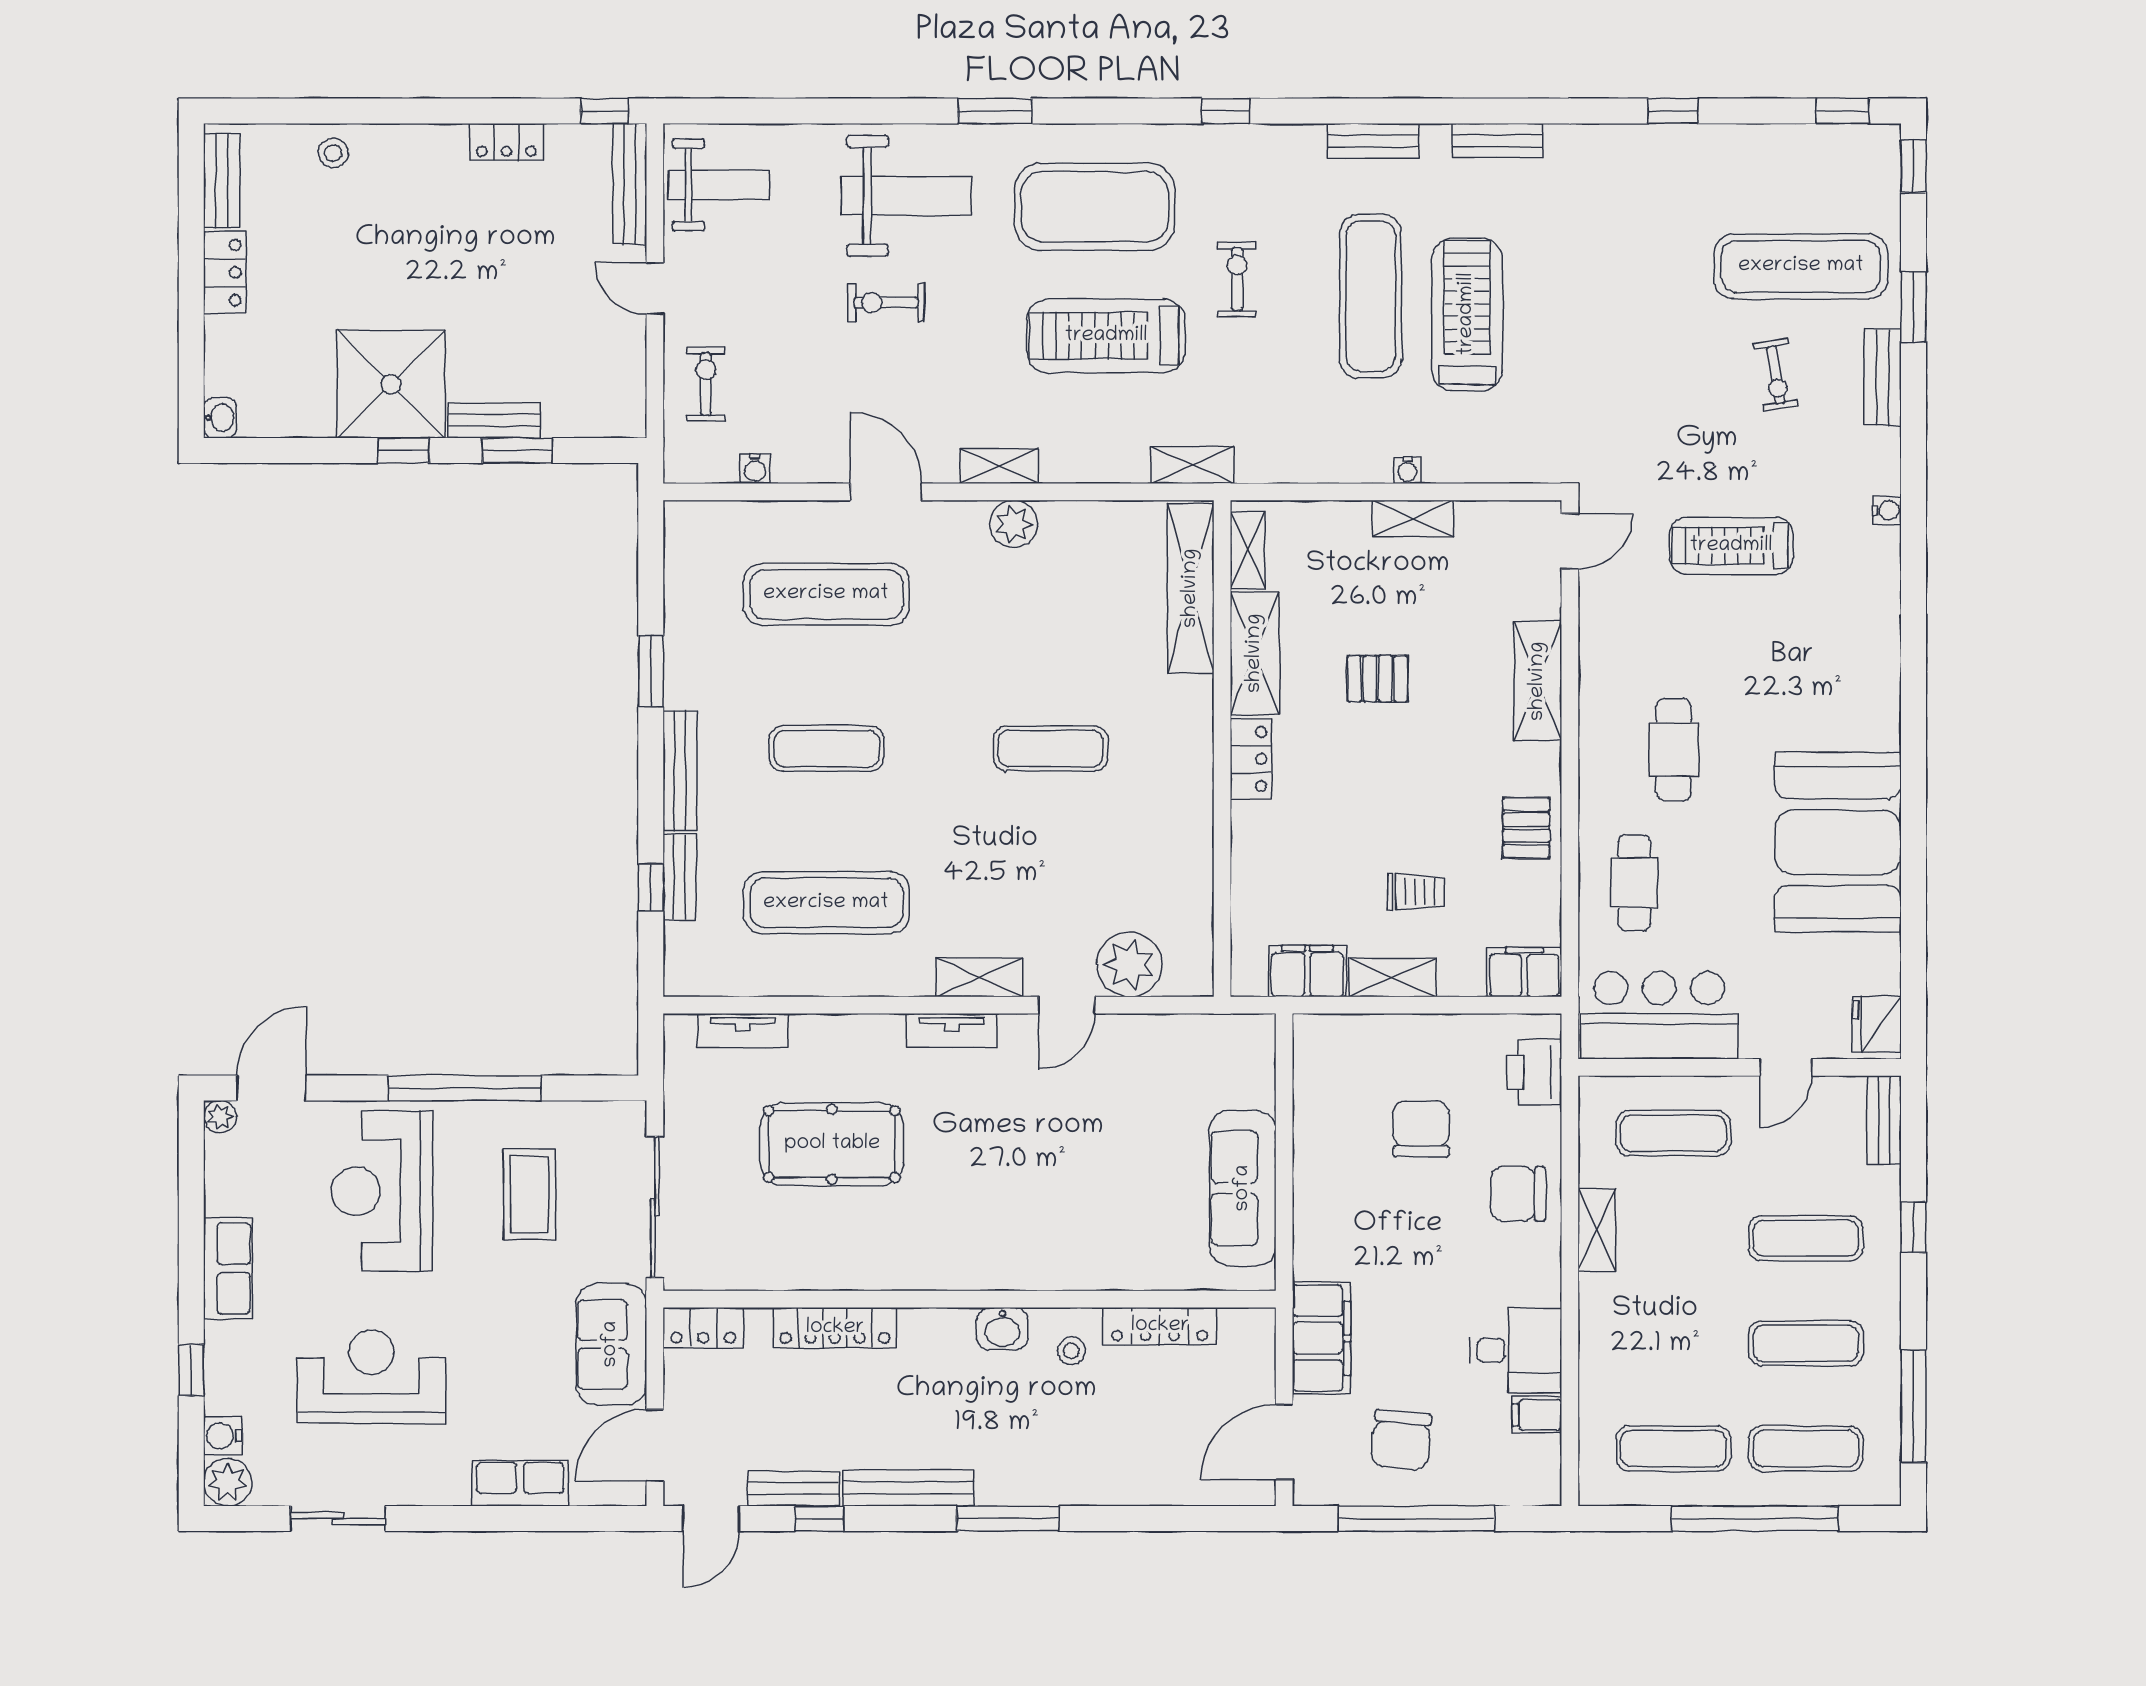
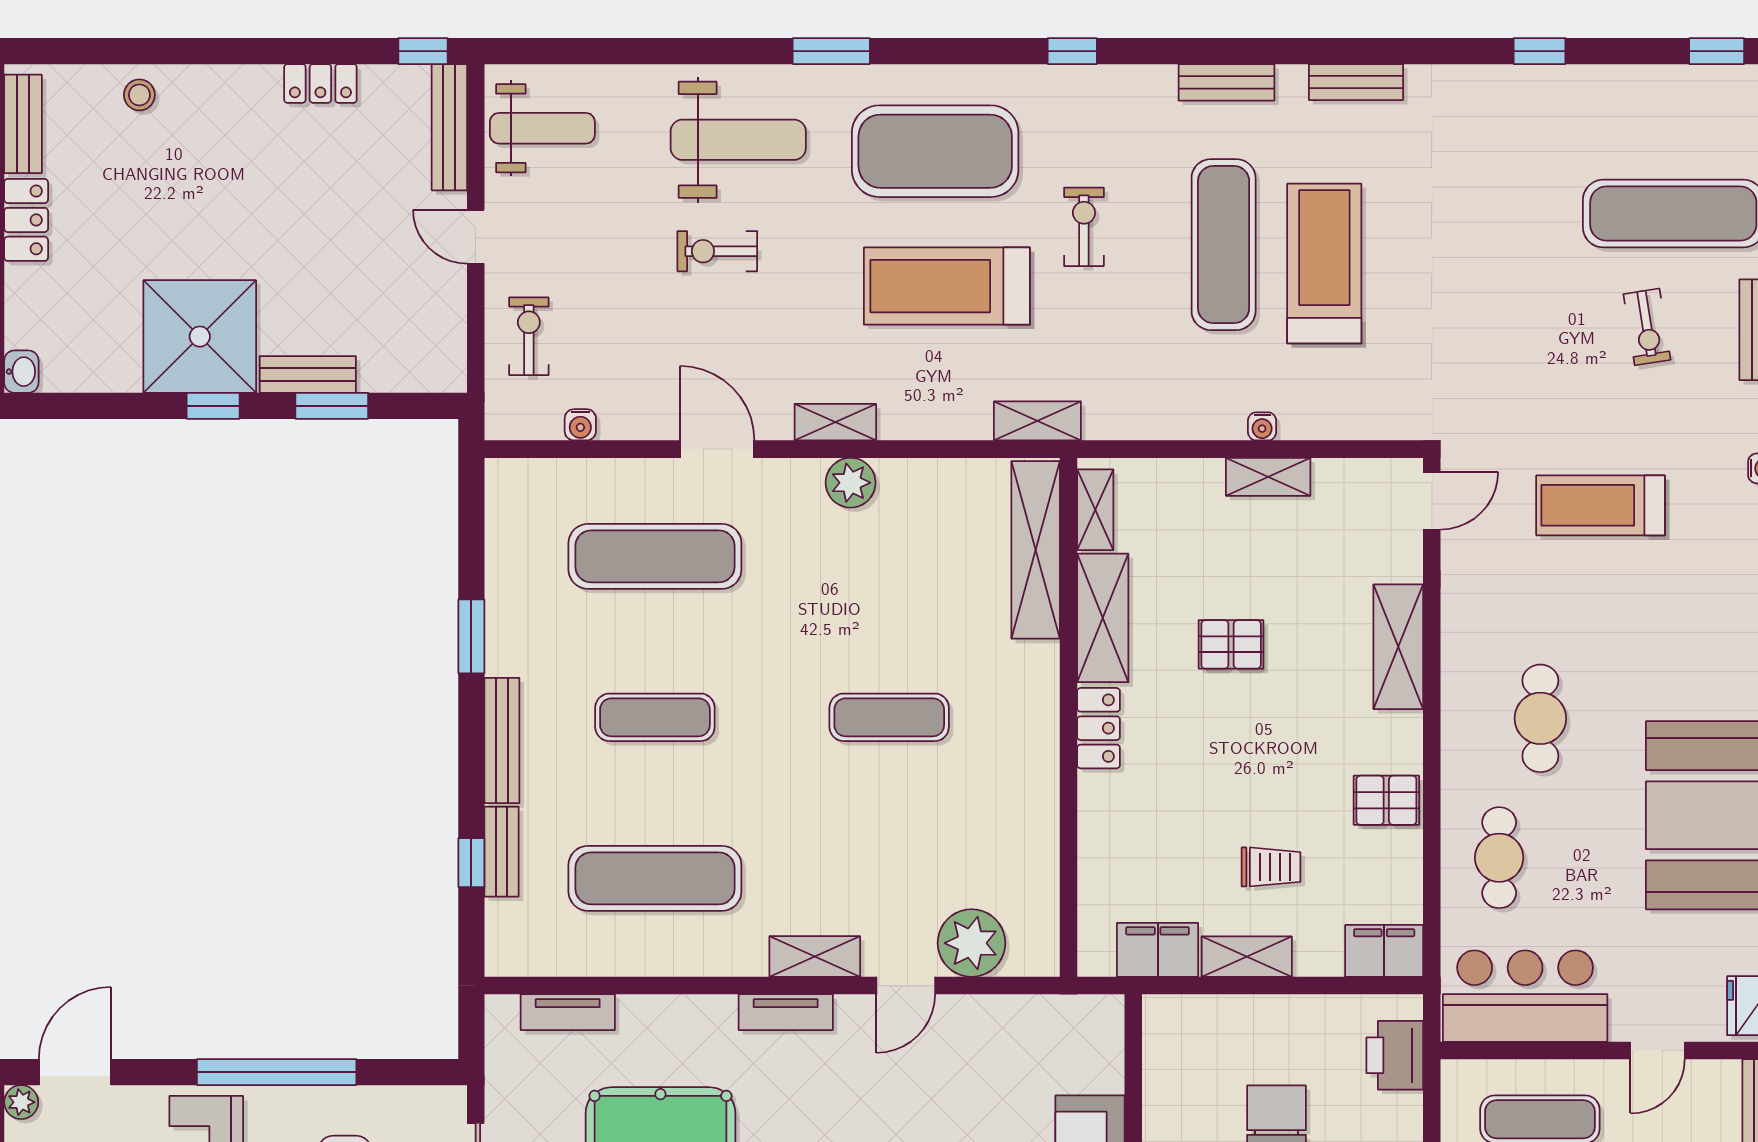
pallet: (1526, 828) -> (1386, 800), turned 90

